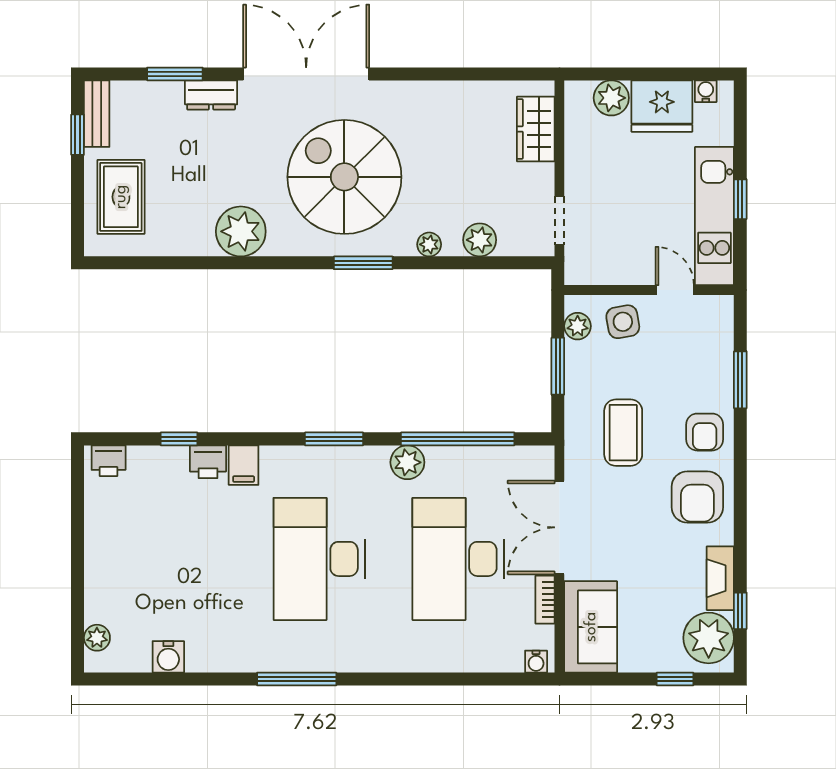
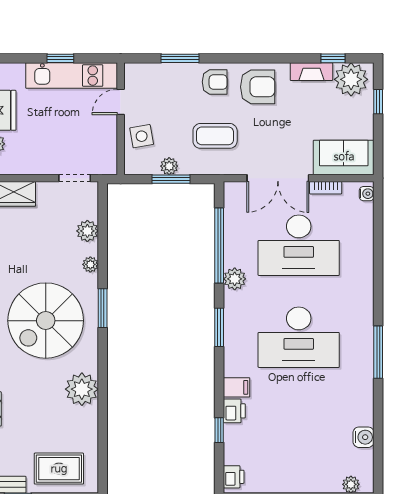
plant: (578, 326) -> (169, 166), moved

